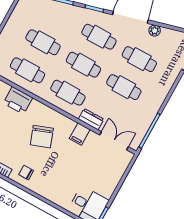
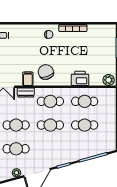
cafe table: (99, 37) -> (50, 149), removed
chair: (42, 137) -> (46, 72), moved

